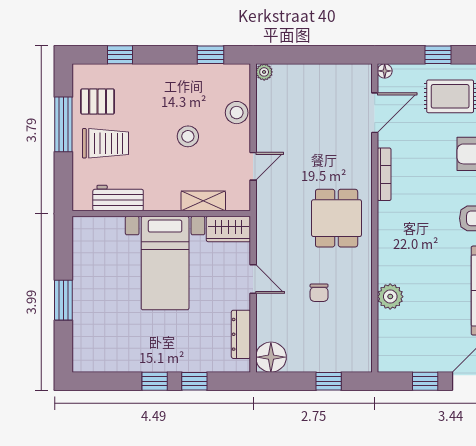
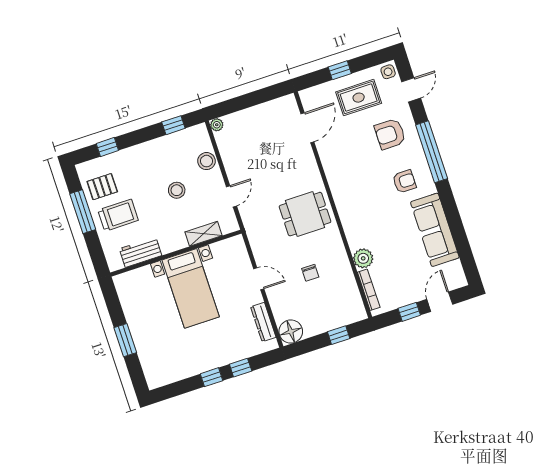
floor lamp: (385, 71) -> (305, 95), removed
bookcase: (384, 174) -> (369, 290), moved
dining table: (337, 218) -> (305, 214), turned 90
wardrobe: (228, 229) -> (229, 248), removed

